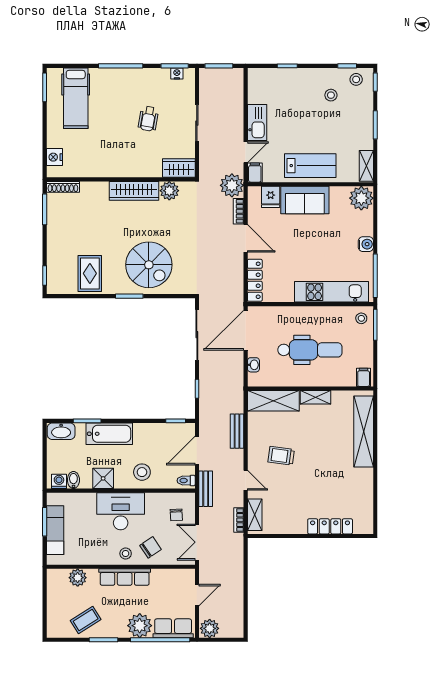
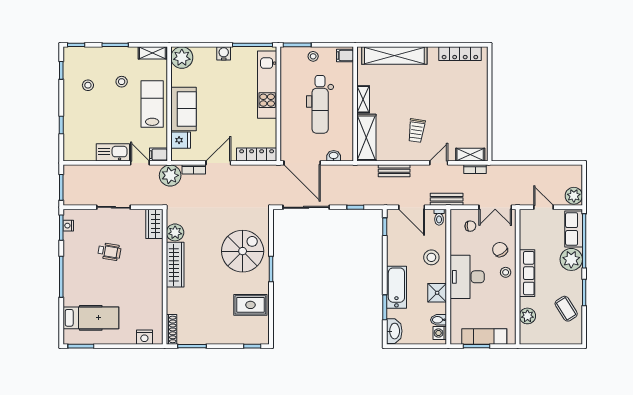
stool: (356, 79) -> (122, 82), moved
stool: (361, 318) -> (313, 56), moved
dental chair: (310, 350) -> (320, 104), turned 180
locker: (330, 526) -> (460, 54), moved, turned -90

